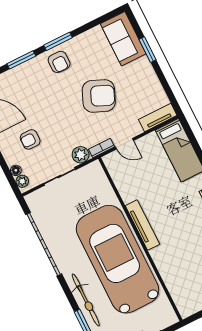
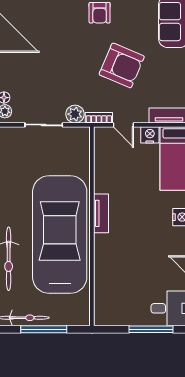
armchair: (30, 139) -> (33, 74), removed
nightstand: (150, 141) -> (150, 135), added
tv unit: (142, 225) -> (101, 213), width x0.71

